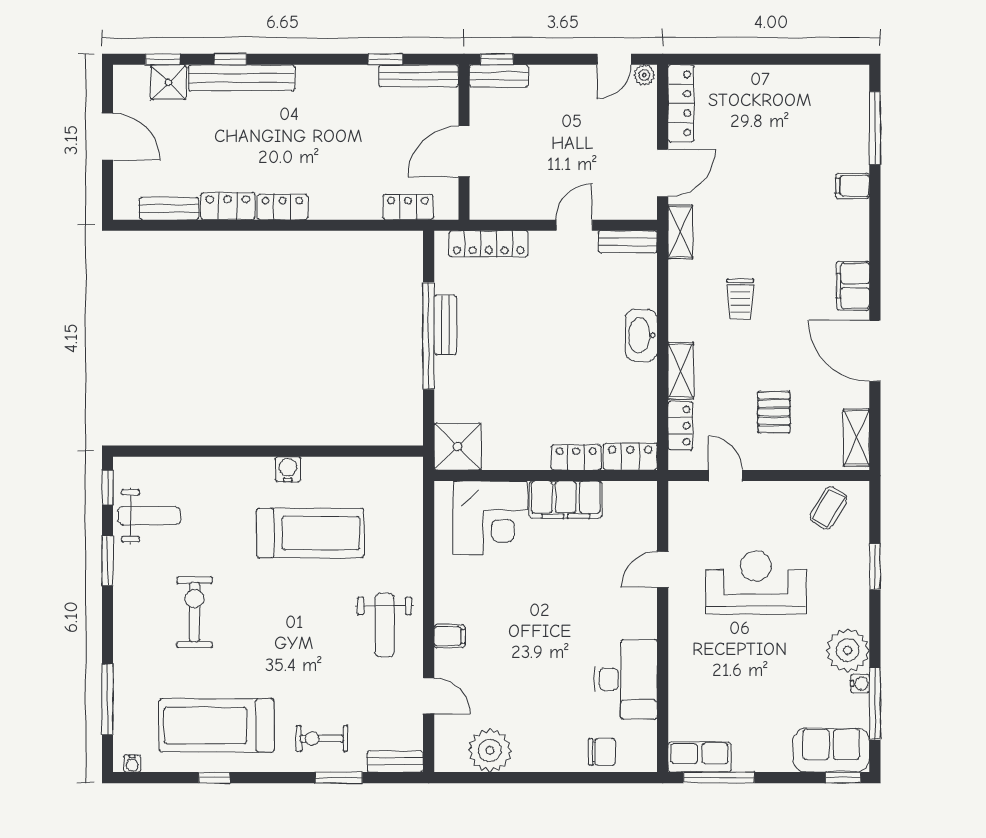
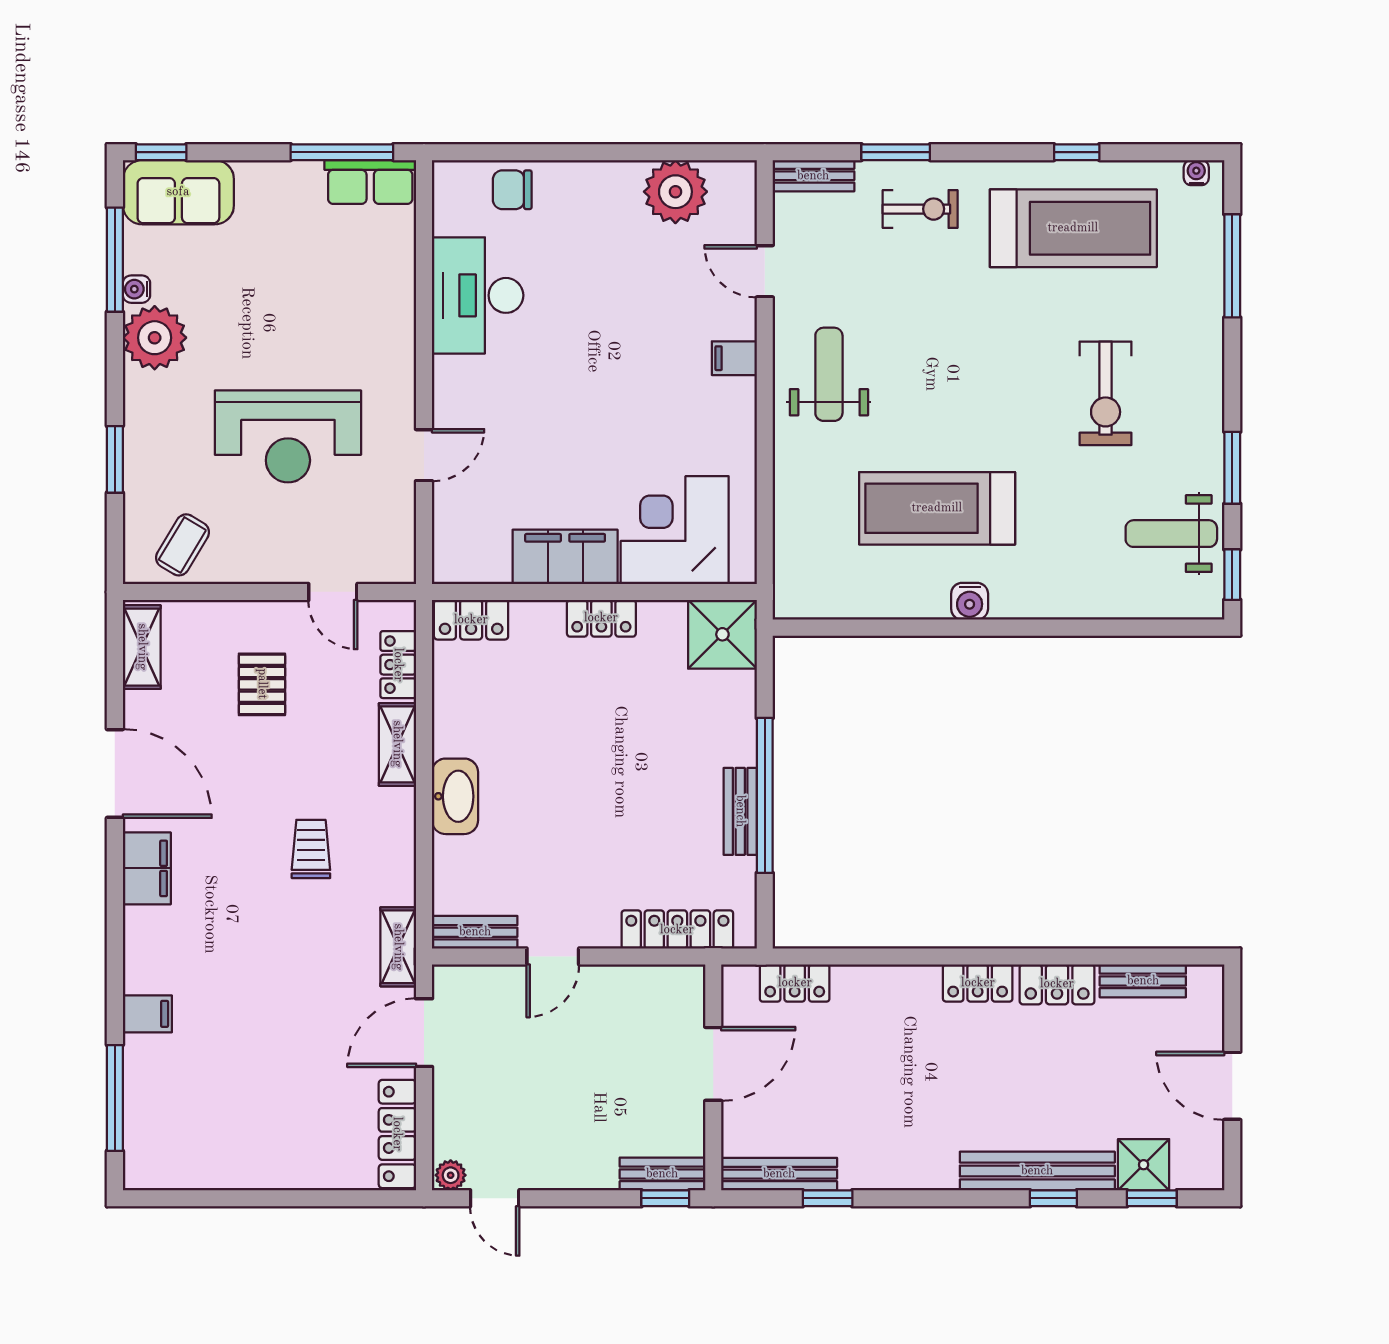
door: (614, 59) -> (495, 1198), swing flipped
locker: (576, 457) -> (601, 618), moved

